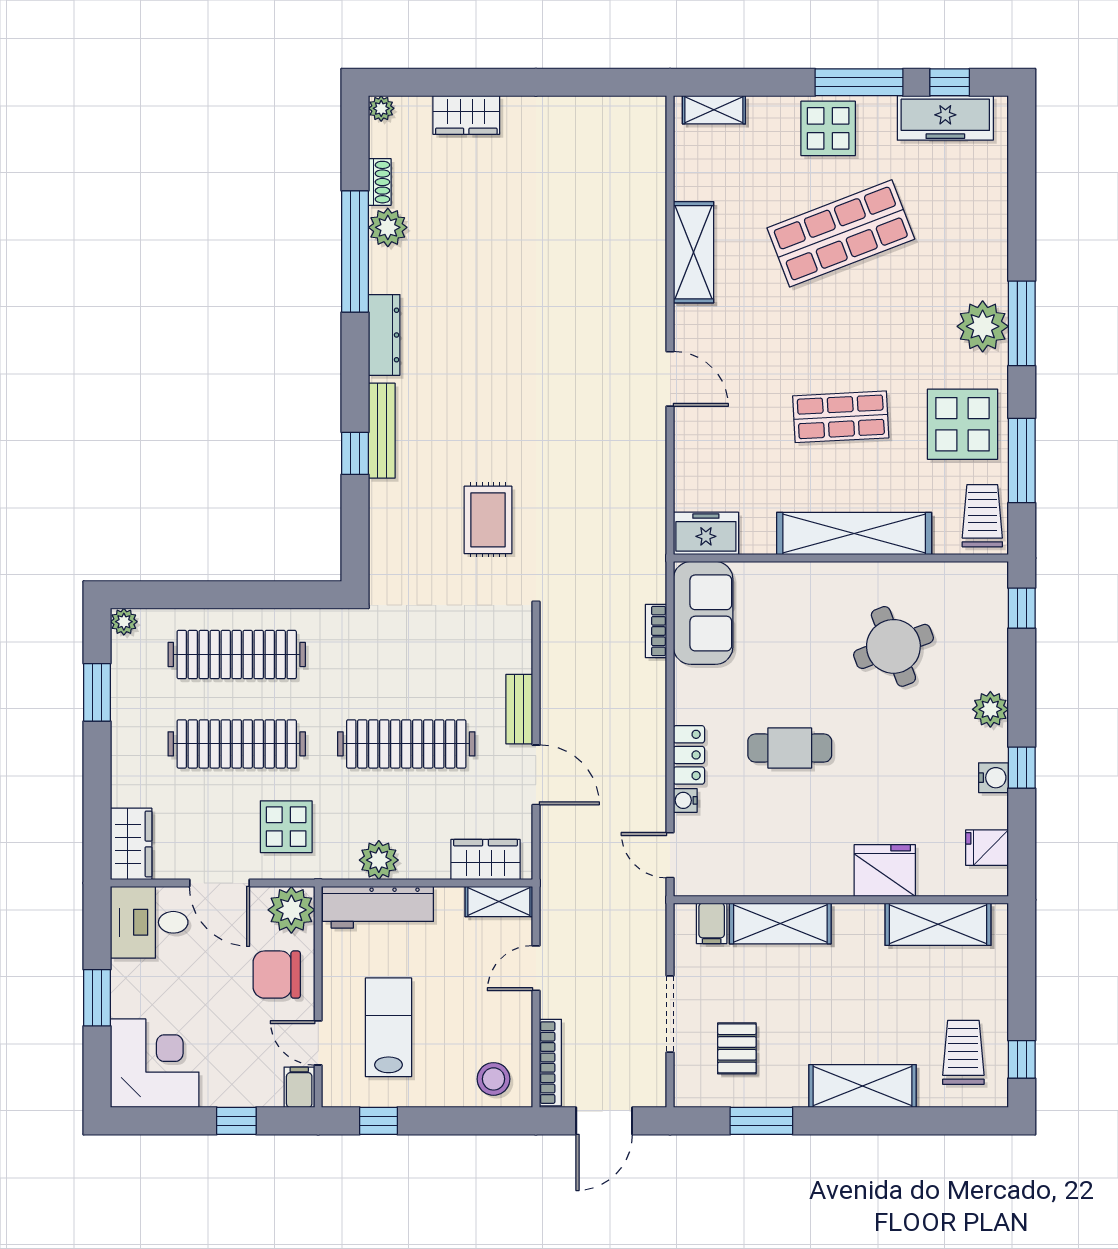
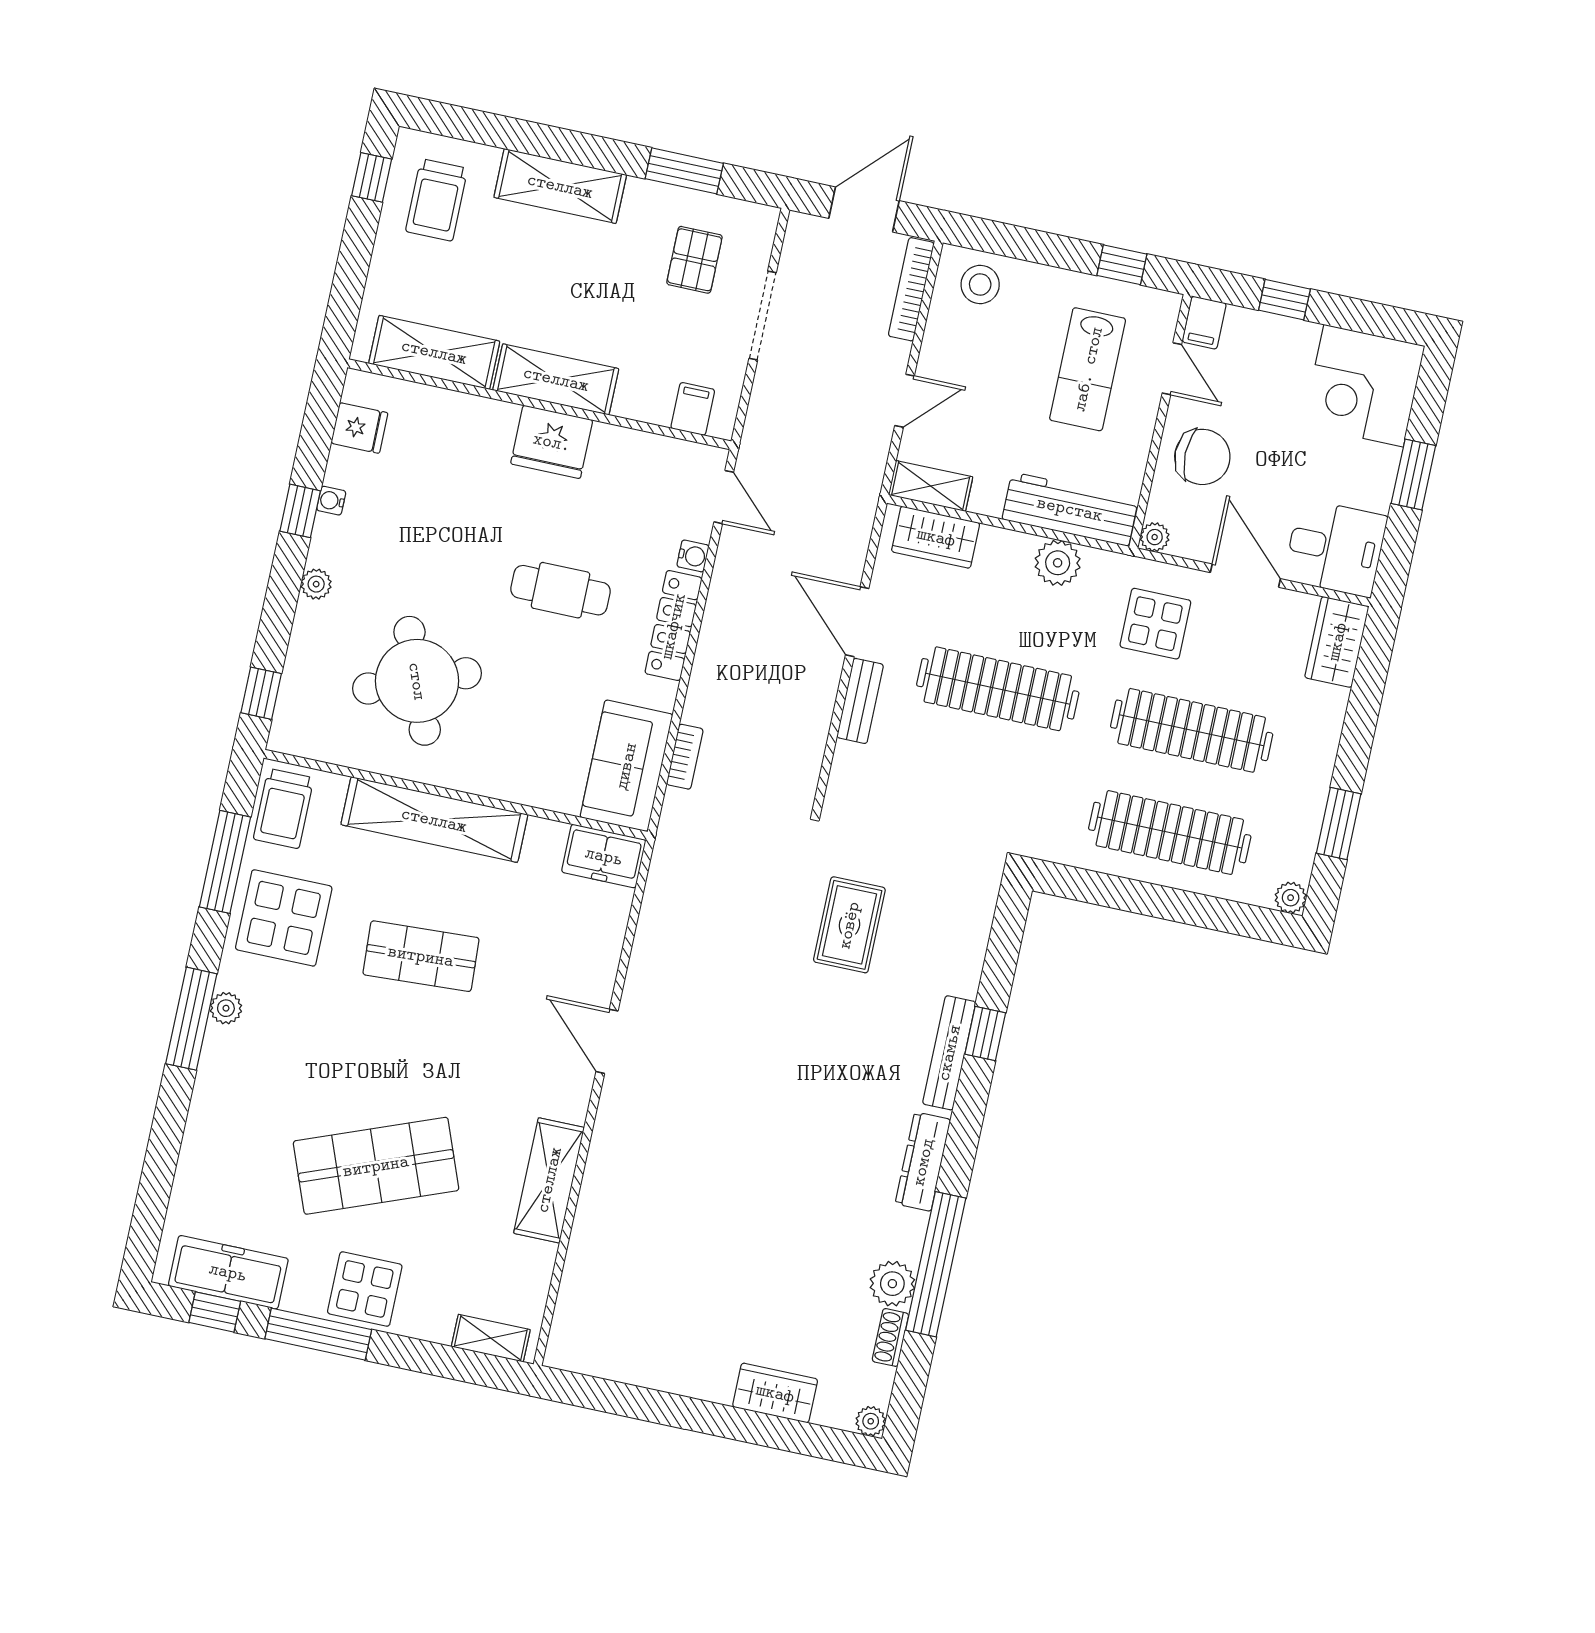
plant: (983, 326) -> (226, 1008), width x0.53, depth x0.53
round table: (893, 646) -> (417, 681), width x1.36, depth x1.36
plant: (990, 709) -> (316, 584), width x0.73, depth x0.73
locker: (689, 755) -> (673, 626), width x1.53
water cooler: (993, 778) -> (331, 501), width x0.72, depth x0.72
fridge: (885, 870) -> (552, 442), moved
plant: (291, 910) -> (1155, 537), width x0.53, depth x0.53
shelving: (780, 923) -> (556, 379), moved

